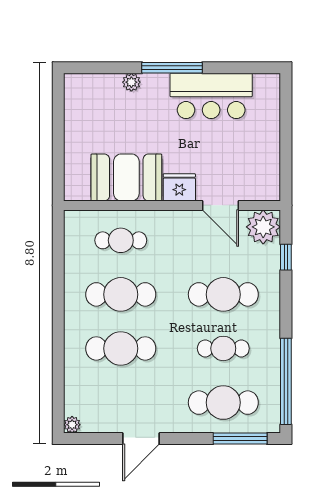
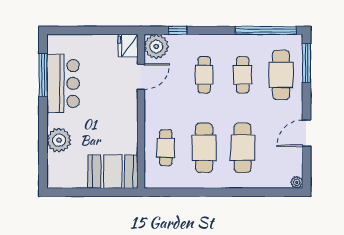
window: (172, 68) -> (43, 75), moved
plant: (131, 82) -> (59, 140), width x1.87, depth x1.87
booth: (126, 177) -> (113, 172), moved, turned 90
fridge: (179, 187) -> (128, 46), moved
cafe table: (223, 294) -> (204, 75), width x0.73, depth x0.74
door: (141, 439) -> (307, 133), swing flipped

